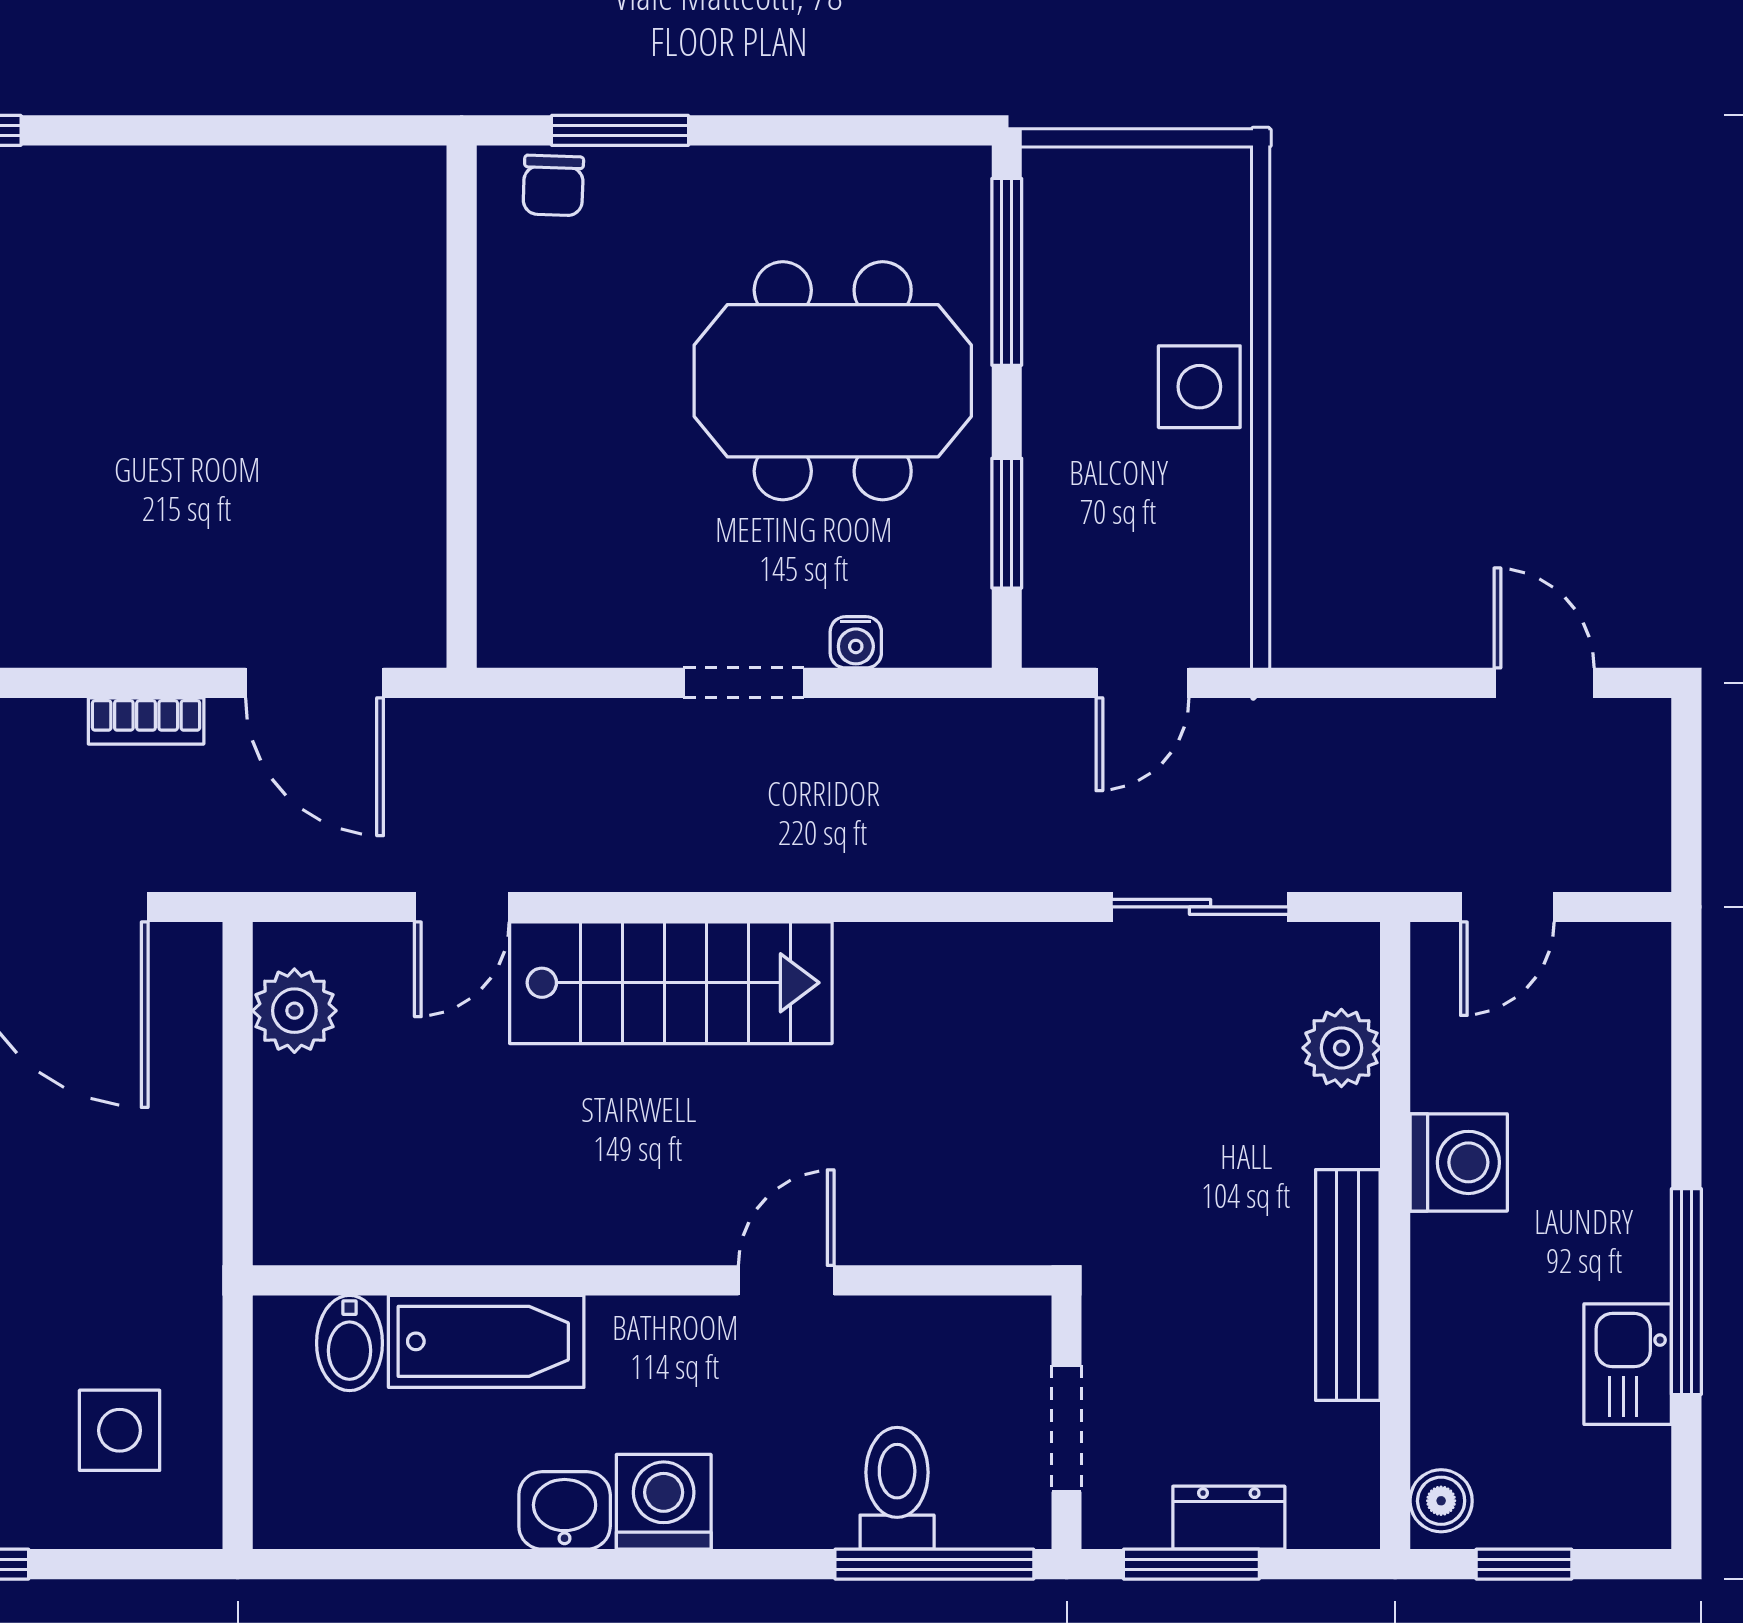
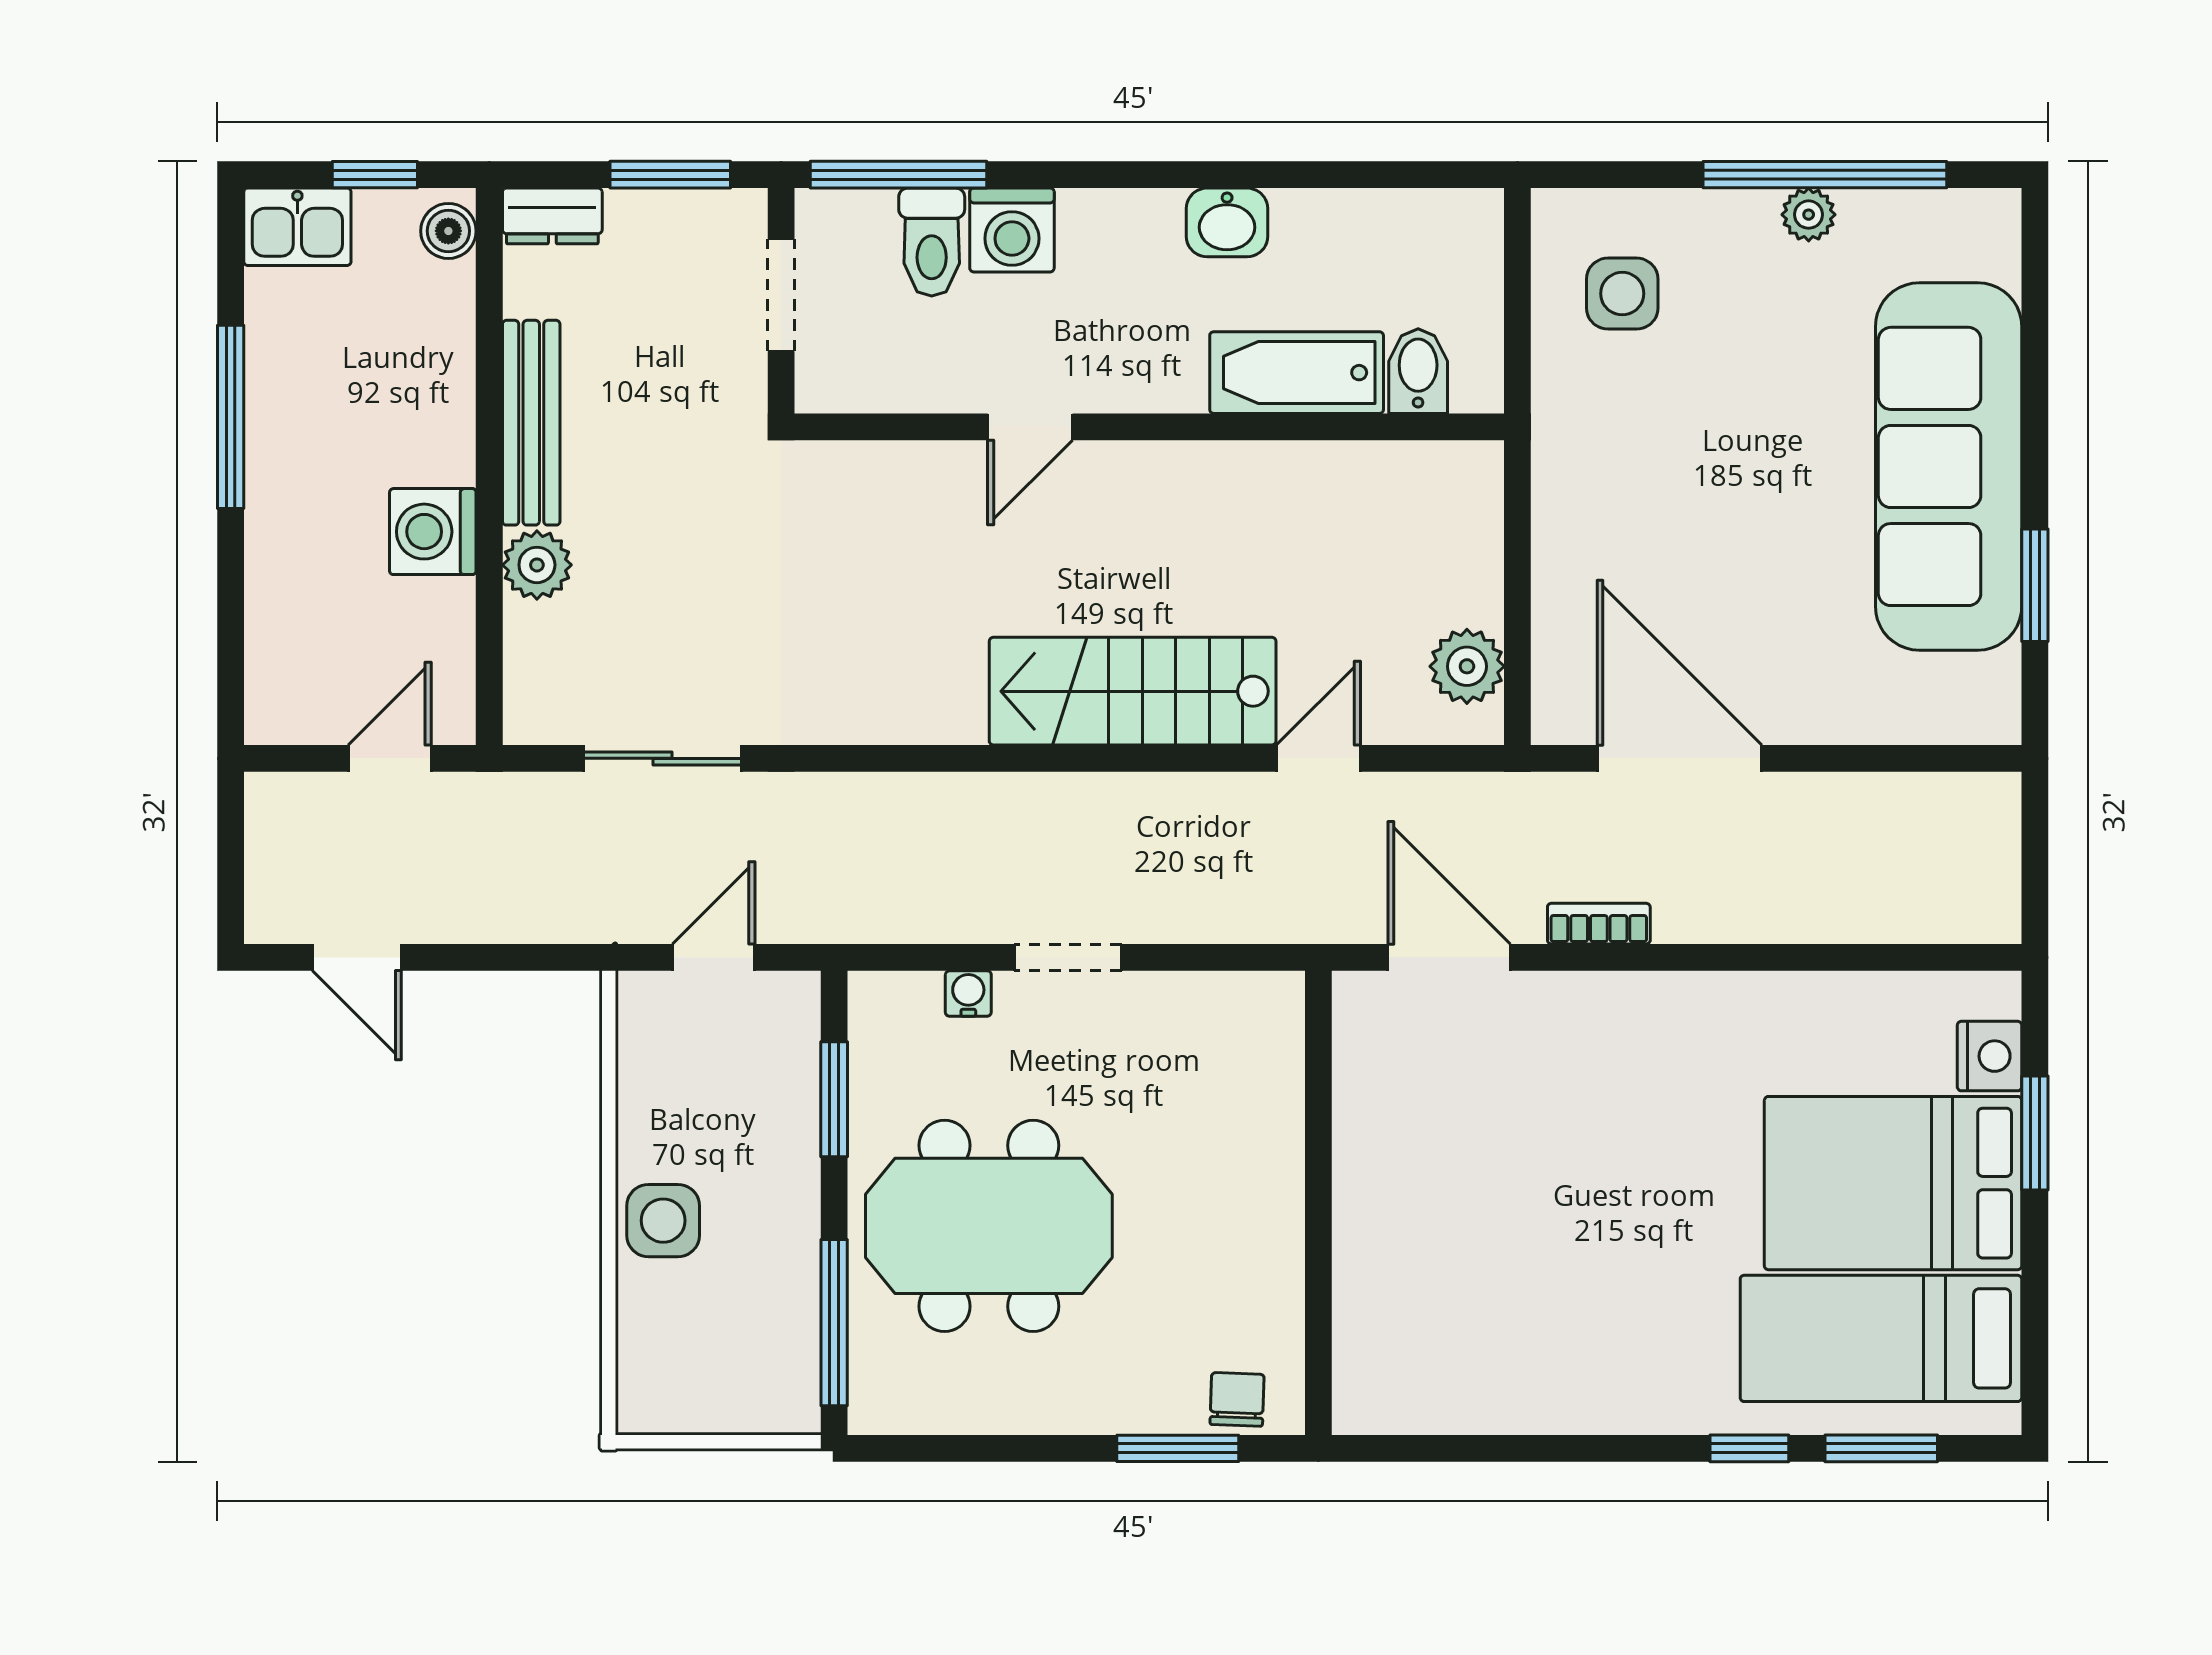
plant: (1341, 1048) -> (537, 565), moved
kitchen sink: (1628, 1364) -> (297, 227), moved, turned 90
washing machine: (664, 1502) -> (1012, 230), moved
dresser: (1229, 1518) -> (552, 216), moved

